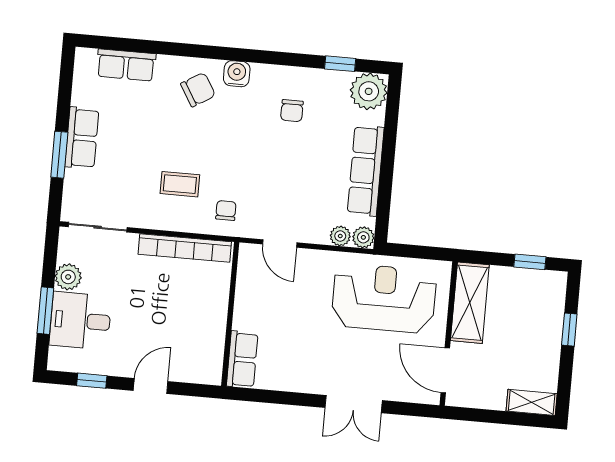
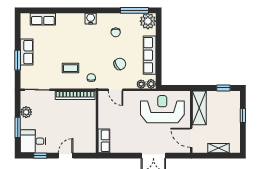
window: (340, 64) -> (135, 10), width x2.17
chair: (198, 90) -> (120, 64), moved
desk: (80, 321) -> (33, 141), moved
shelving: (532, 402) -> (218, 148), moved

